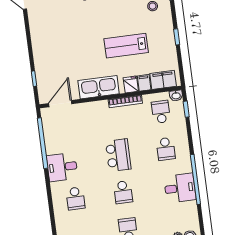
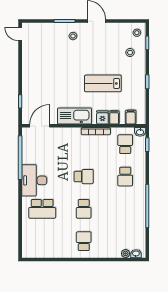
filing cabinet: (163, 80) -> (131, 117), width x0.50
school desk: (118, 155) -> (84, 177), width x0.54
desk: (62, 167) -> (34, 180), width x1.37
desk: (180, 188) -> (133, 212), removed
school desk: (75, 198) -> (42, 209), width x1.85

